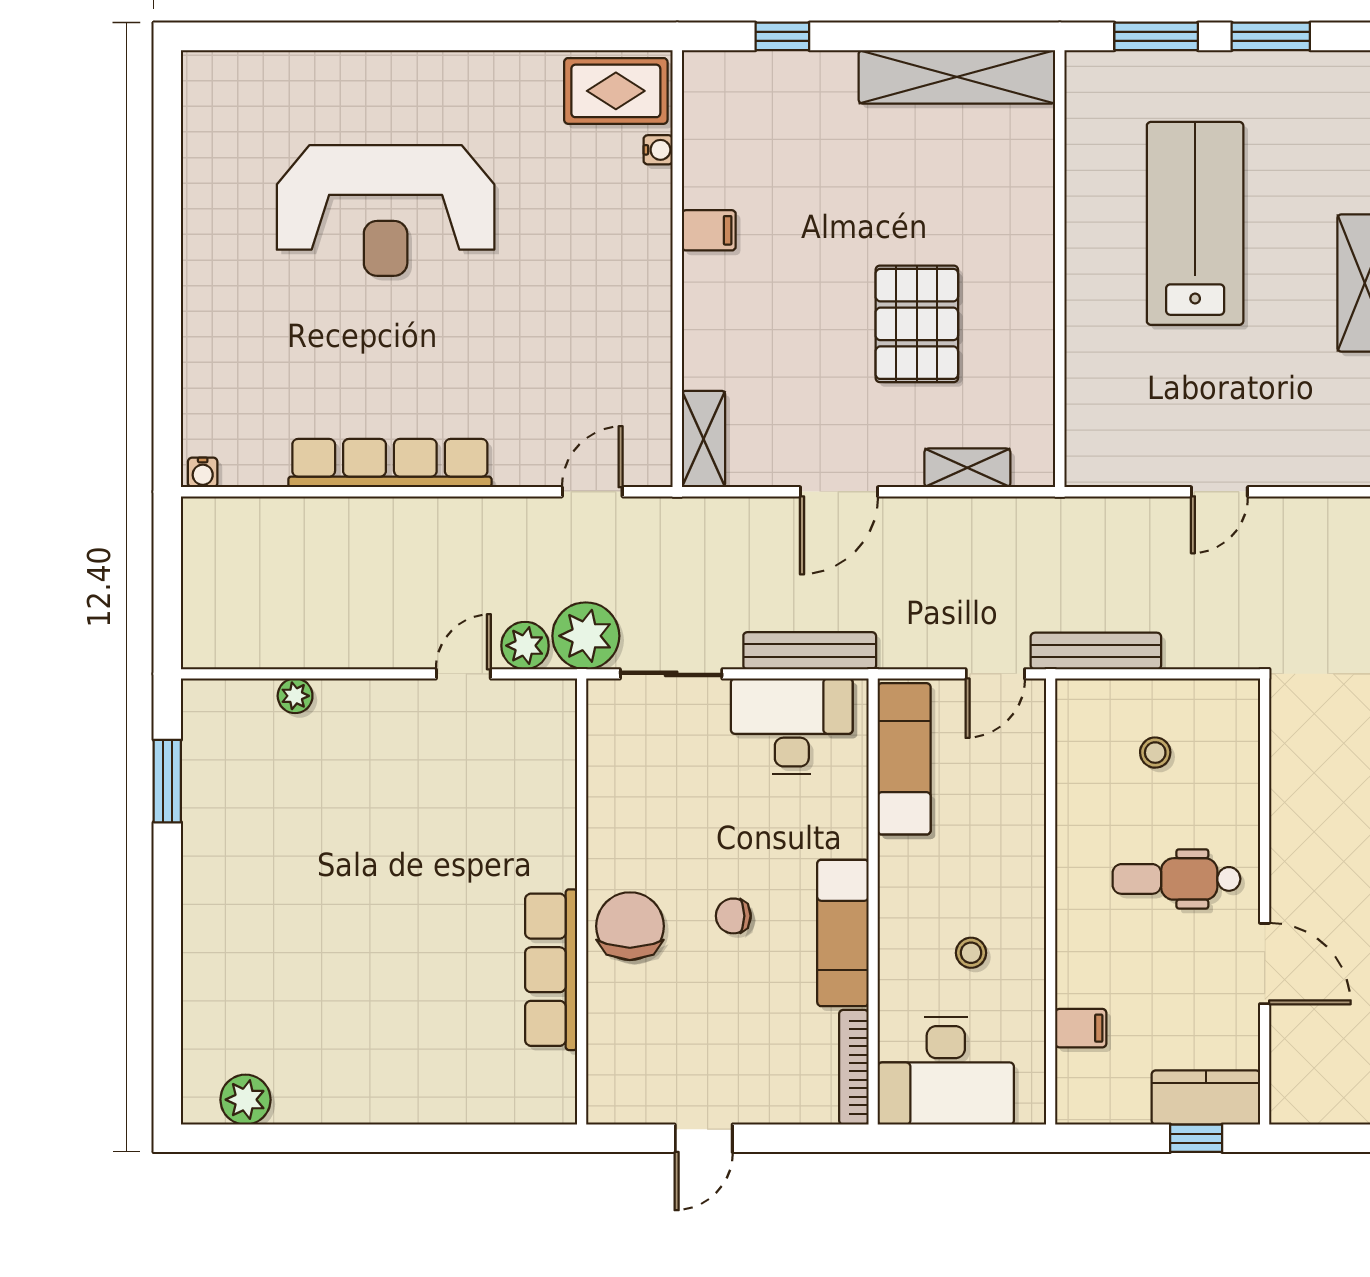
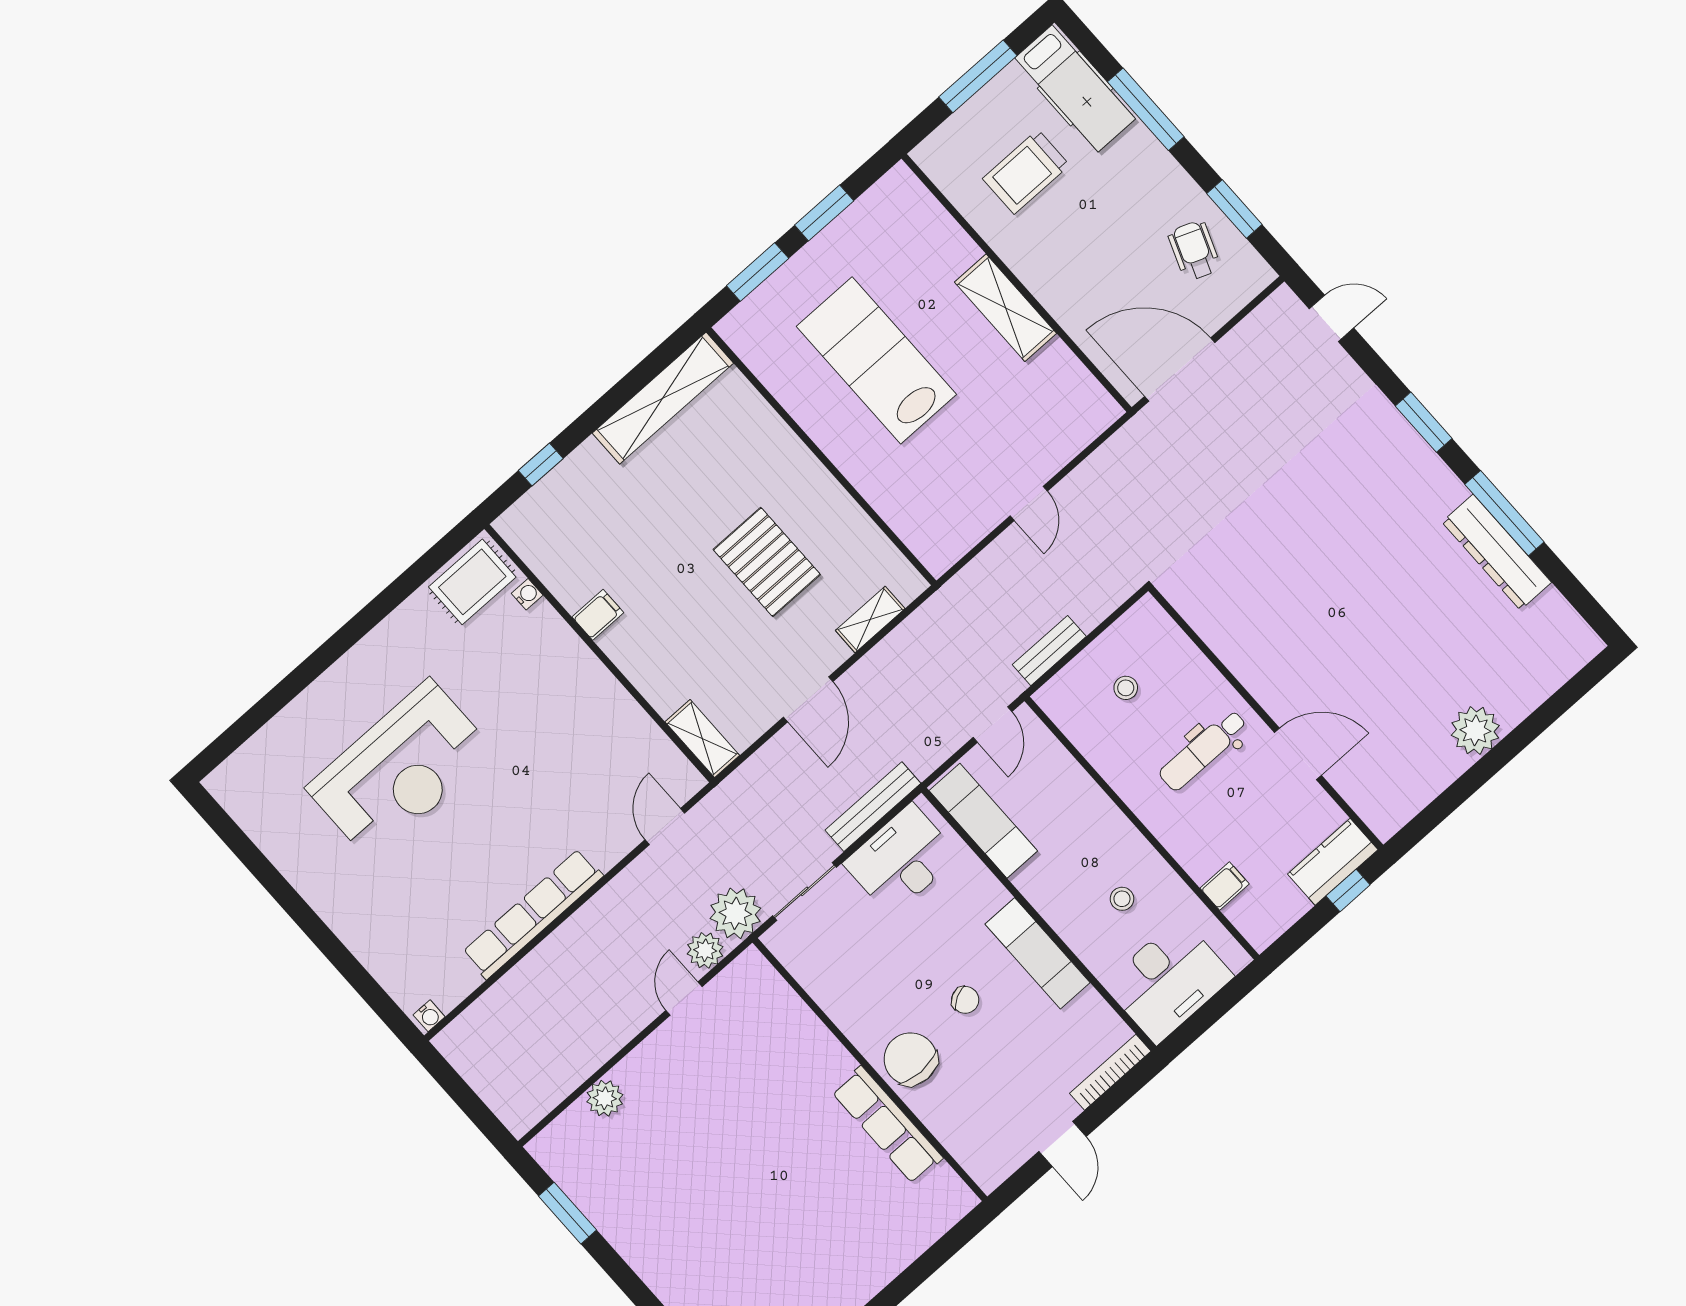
bench: (1096, 651) -> (1049, 651), width x0.73
plant: (295, 696) -> (605, 1098), width x1.38, depth x1.38
chair: (733, 916) -> (965, 1000), turned -118
bookcase: (854, 1067) -> (1110, 1072), moved, turned 90

